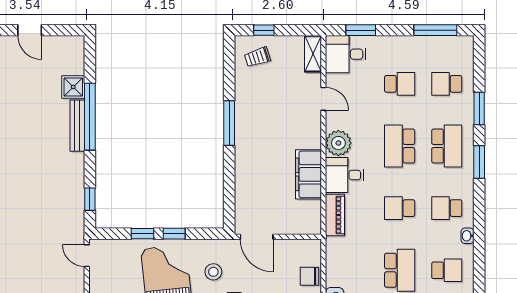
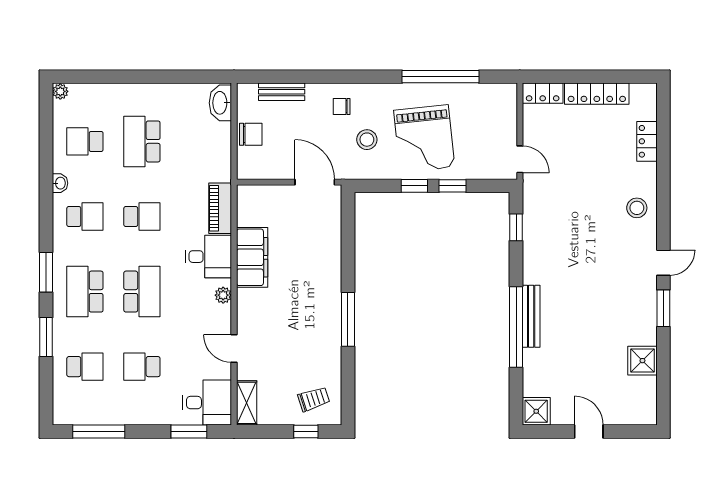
shower: (73, 87) -> (536, 411), moved
plant: (338, 143) -> (223, 295), width x0.53, depth x0.53

